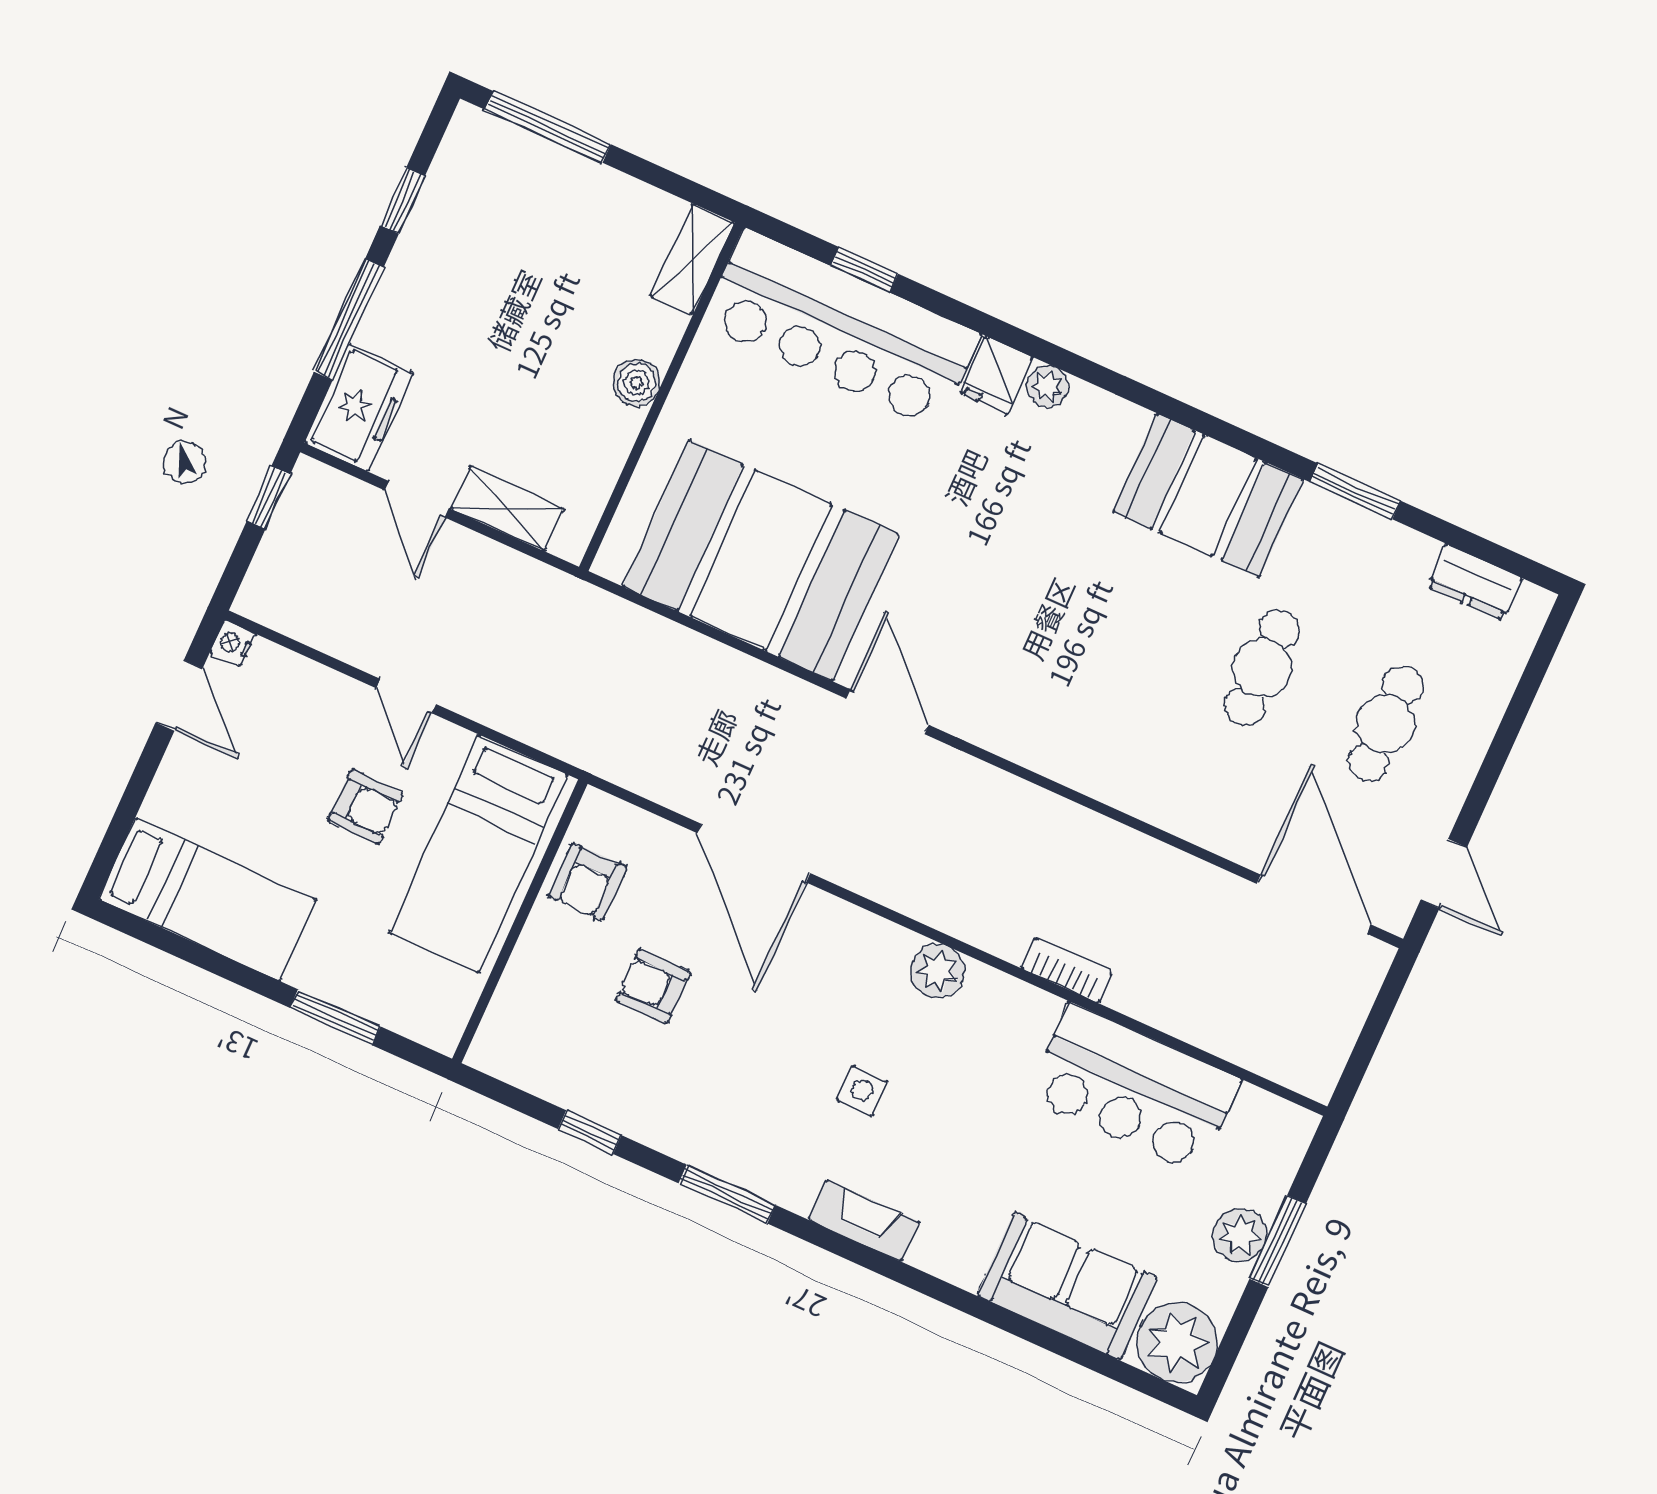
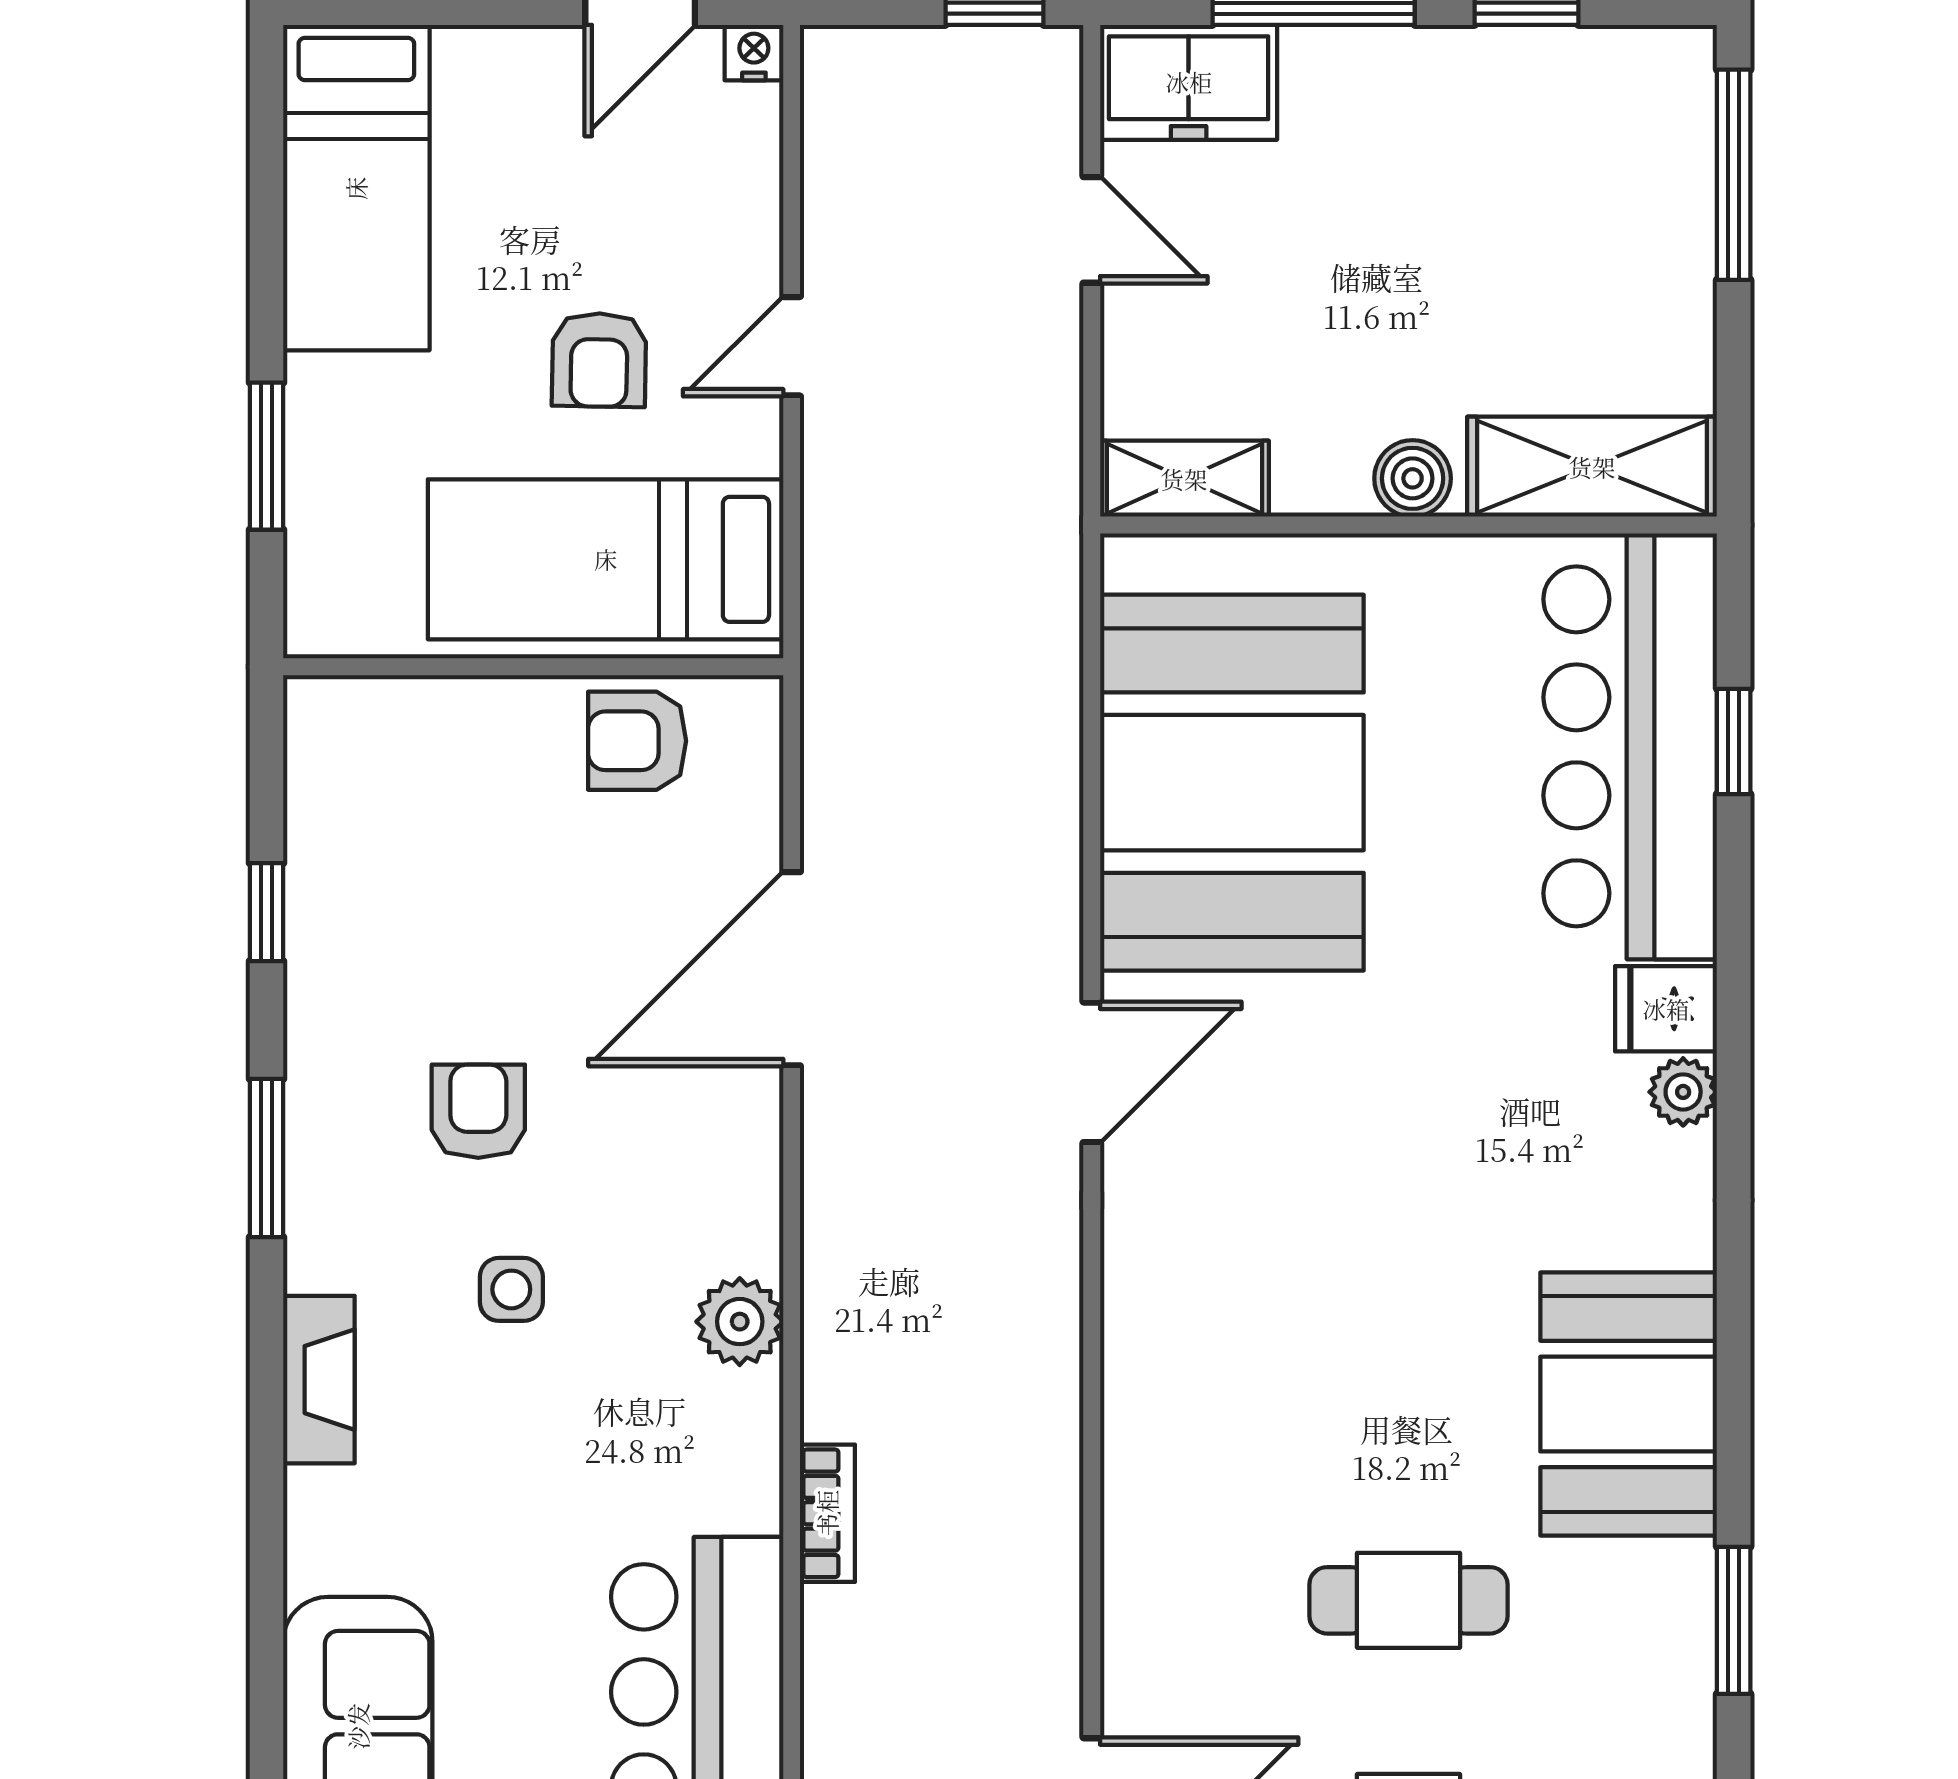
shelving: (693, 259) -> (1592, 467), width x1.50, depth x1.33
door: (417, 499) -> (1092, 230), swing flipped
shelving: (507, 509) -> (1184, 479), moved, turned 90
armchair: (653, 986) -> (478, 1111), moved

